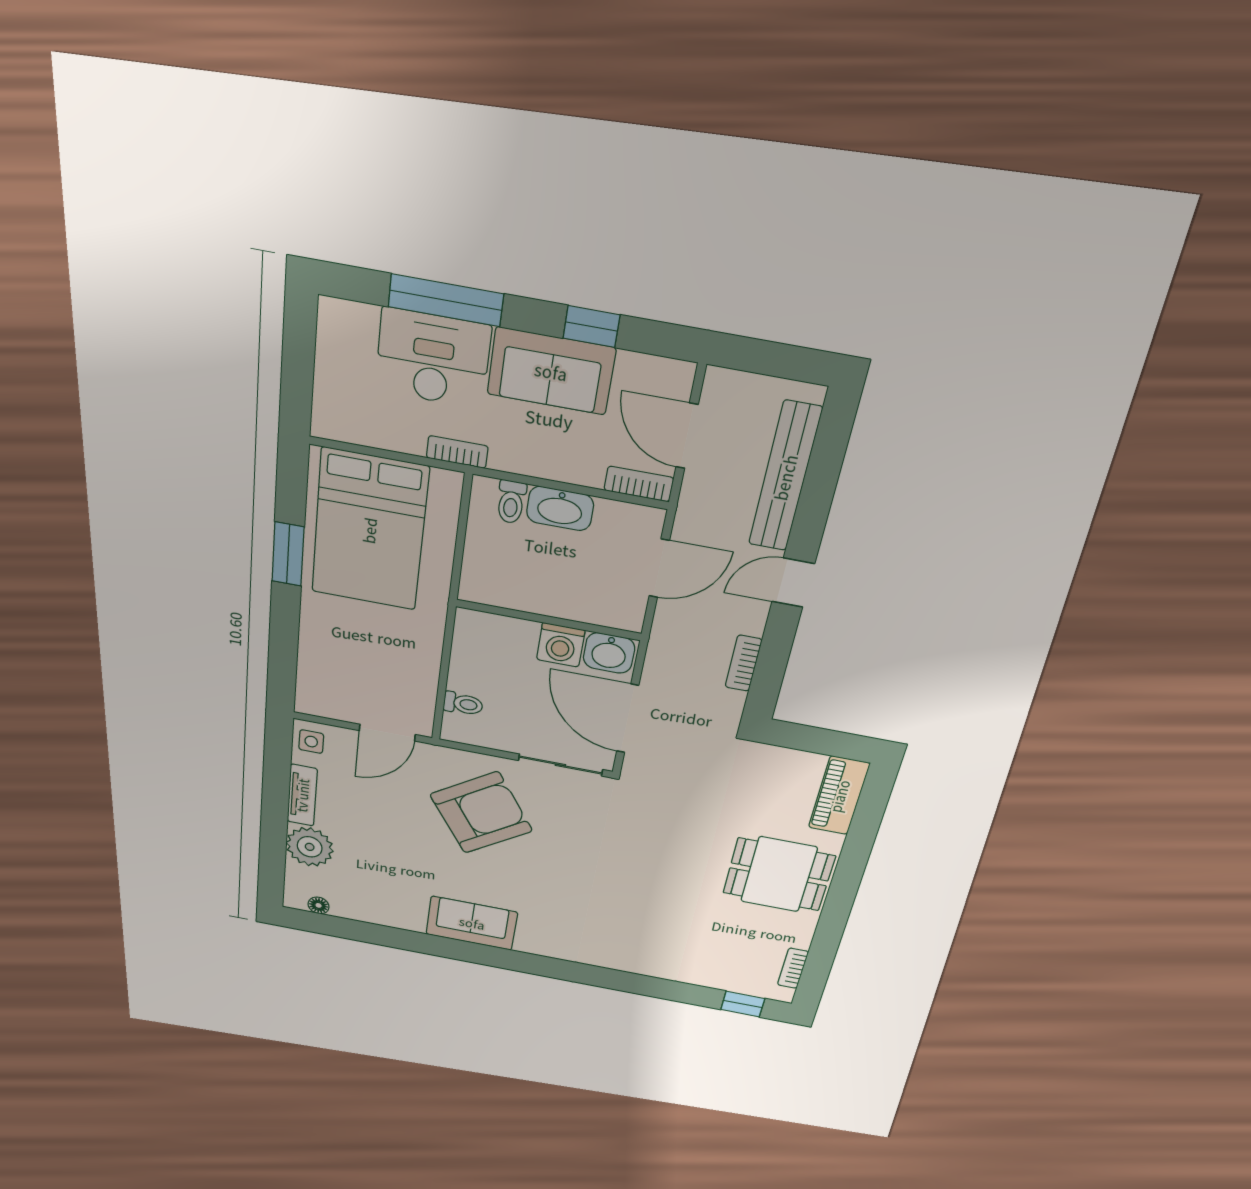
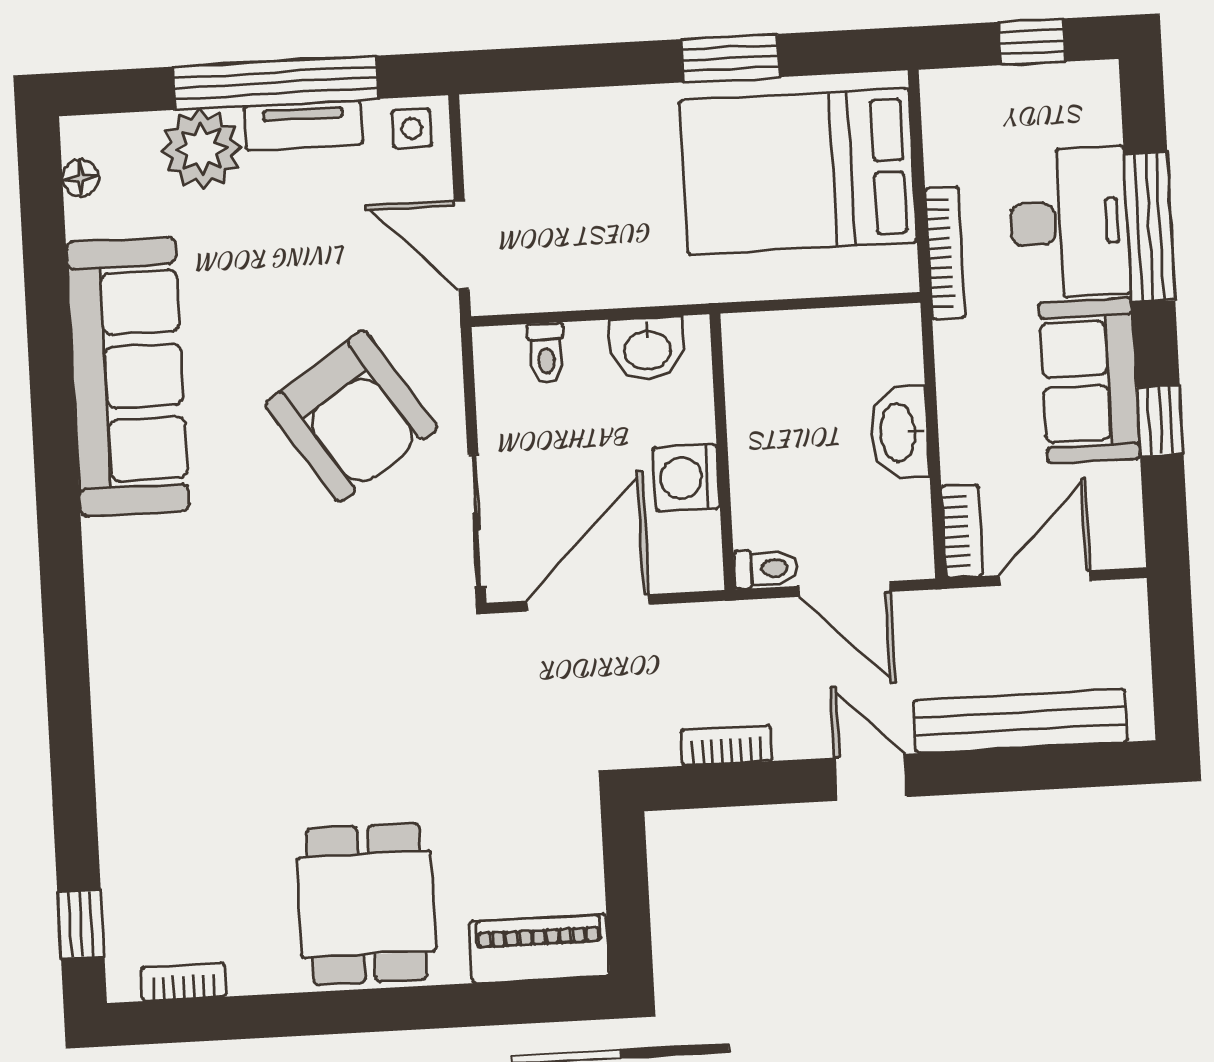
window: (298, 354) -> (1032, 42), added
bookcase: (457, 452) -> (945, 253), width x1.56
toilet: (511, 502) -> (766, 568), moved, turned 180
washbasin: (609, 653) -> (647, 348), moved, turned -90
window: (275, 803) -> (276, 83), added
sofa: (472, 923) -> (128, 376), width x1.85, depth x1.27

